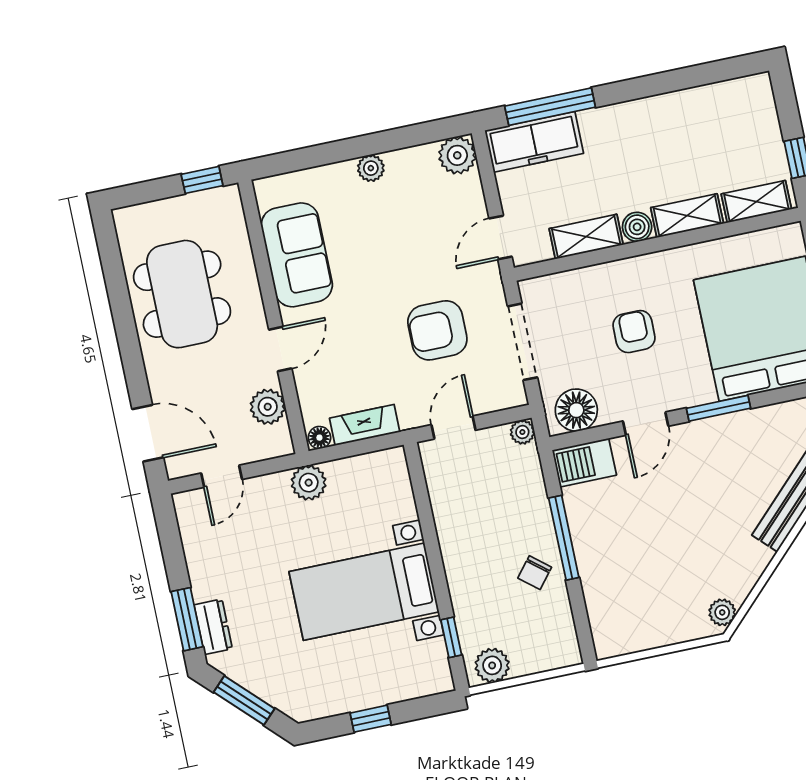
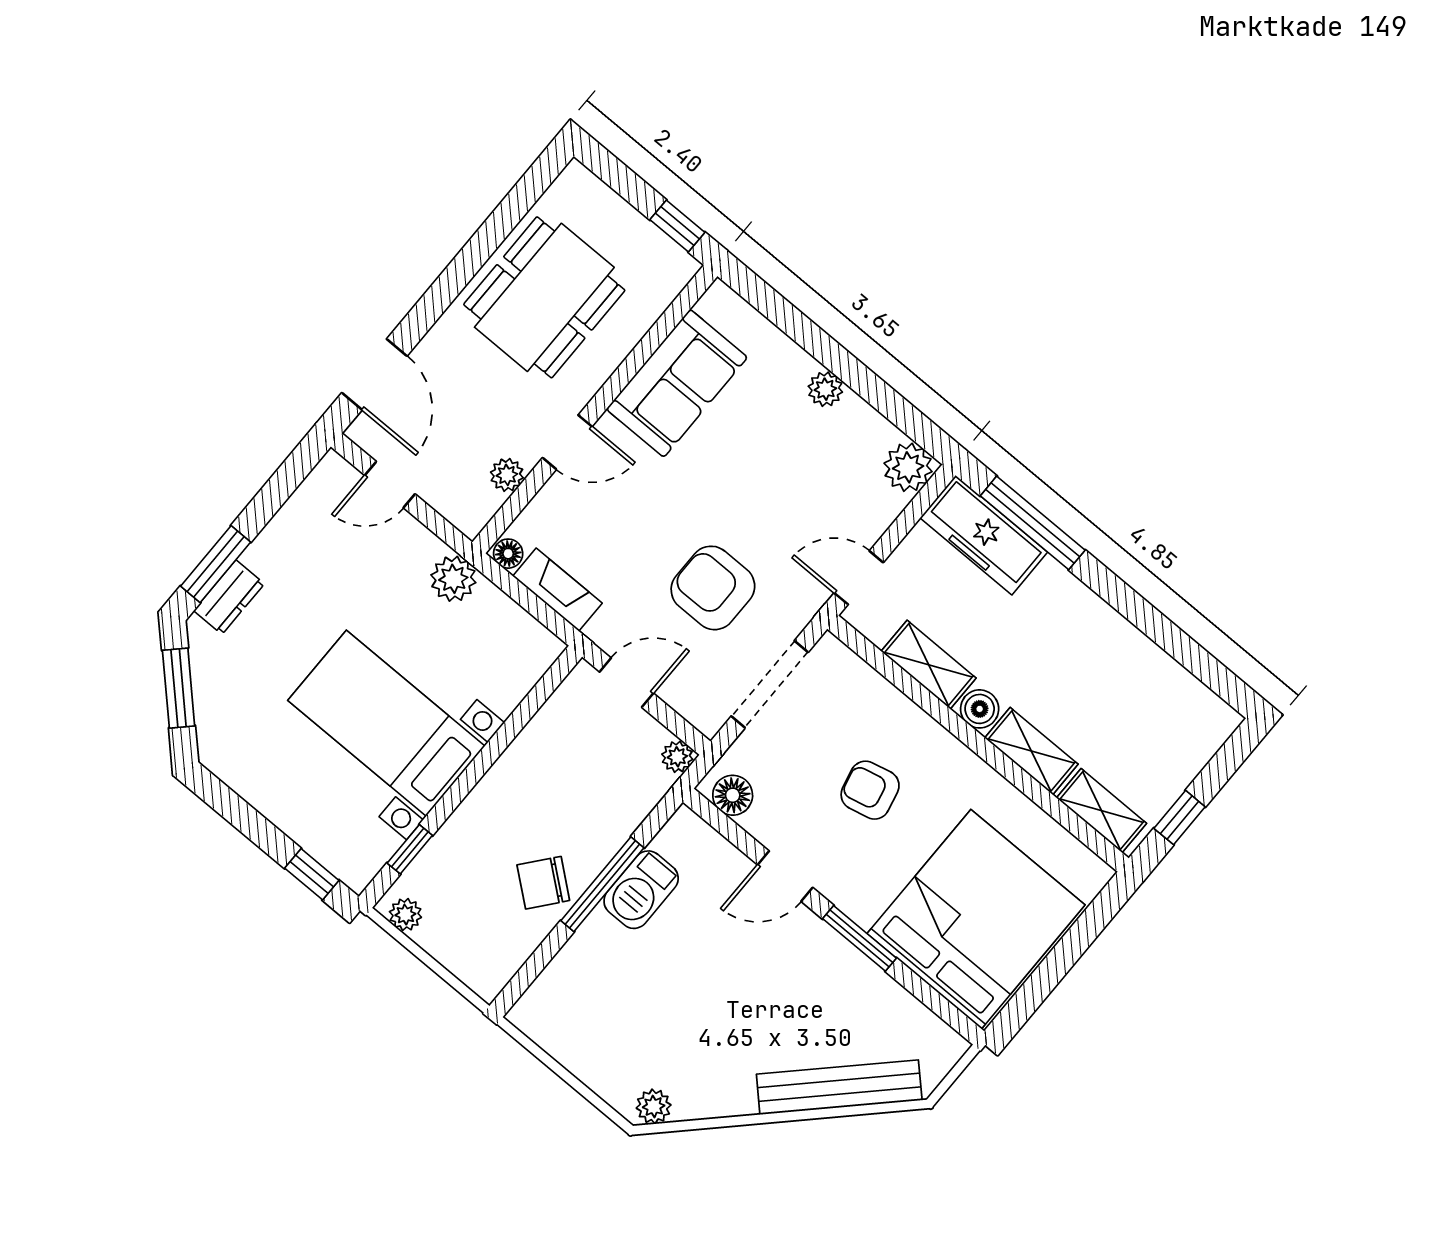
armchair: (634, 332) -> (870, 790), turned -103
plant: (268, 407) -> (507, 475), width x0.73, depth x0.73
floor lamp: (576, 410) -> (733, 795), width x0.73, depth x0.73
barbecue: (584, 463) -> (641, 890), moved, turned -90
chair: (535, 573) -> (543, 883), width x1.37, depth x1.37
plant: (492, 665) -> (405, 915), width x0.73, depth x0.73
window: (371, 719) -> (312, 874), moved

